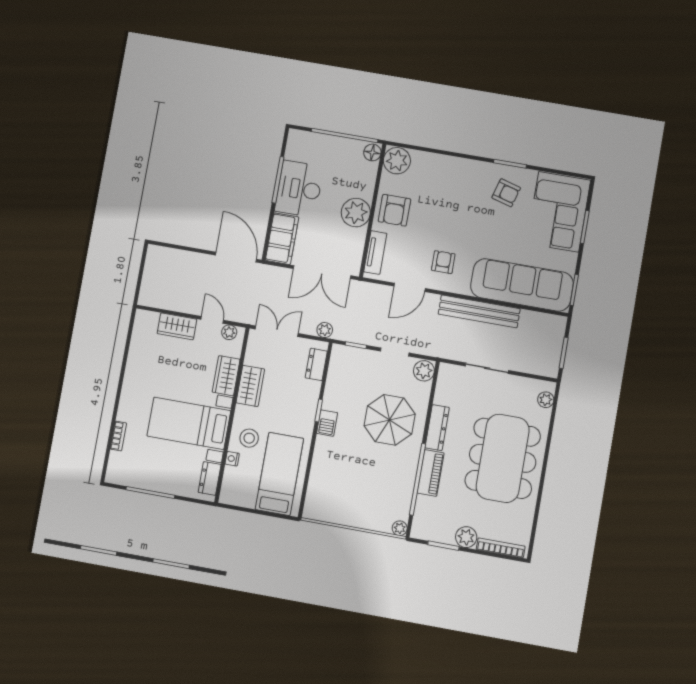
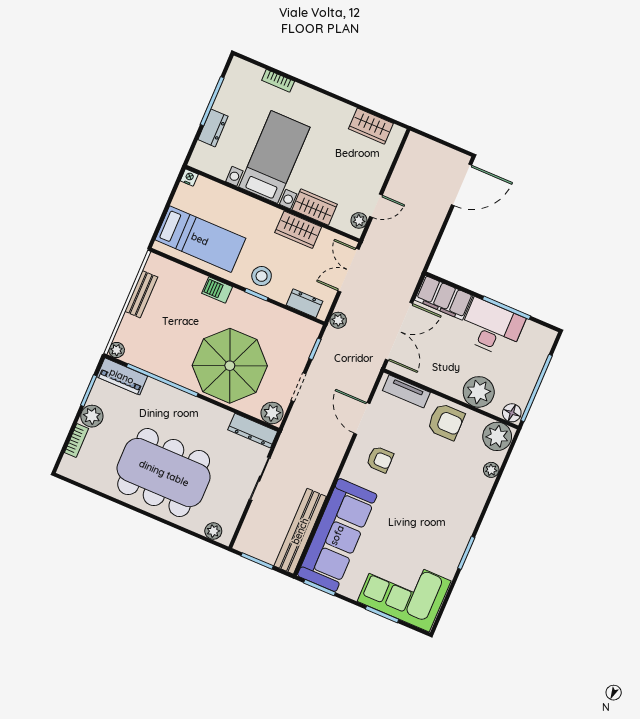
plant: (429, 159) -> (491, 470), added
armchair: (506, 193) -> (437, 542), removed
armchair: (394, 210) -> (446, 422), turned 180
plant: (356, 213) -> (479, 392), moved
door: (236, 257) -> (461, 185), moved
double door: (322, 272) -> (399, 331), swing flipped
bench: (479, 311) -> (300, 531), moved
wardrobe: (177, 326) -> (371, 126), moved, turned -90
double door: (277, 331) -> (349, 270), swing flipped
parasol: (390, 420) -> (230, 366), width x1.36, depth x1.36
barbecue: (327, 423) -> (217, 290), moved
dresser: (437, 428) -> (253, 431), moved
stool: (249, 438) -> (262, 276), moved
nightstand: (232, 459) -> (189, 177), moved
piano: (431, 473) -> (122, 376), moved
dresser: (210, 478) -> (213, 128), moved, turned 90
bench: (343, 517) -> (141, 294), added
bookcase: (501, 548) -> (76, 440), width x0.64

